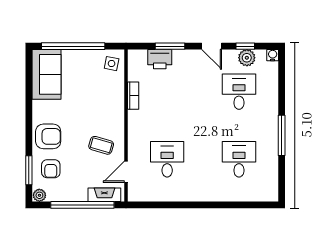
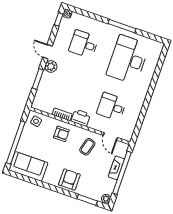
door: (212, 46) -> (47, 52), swing flipped
window: (245, 46) -> (59, 19), moved
plant: (247, 58) -> (51, 67), moved
printer: (160, 59) -> (81, 118), moved, turned -90
desk: (239, 159) -> (128, 60), width x1.87, depth x1.30
armchair: (51, 169) -> (61, 134), moved
fireplace: (104, 195) -> (116, 168), moved

